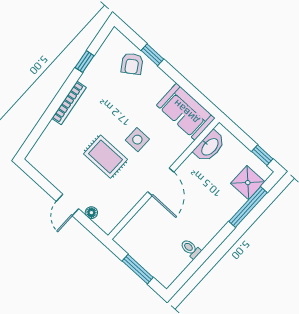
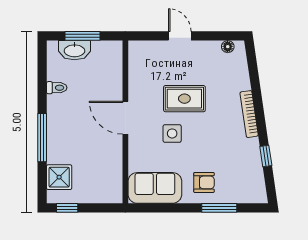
window: (152, 55) -> (219, 208), width x1.50
armchair: (132, 64) -> (204, 182), moved, turned 124
washbasin: (210, 146) -> (74, 50), moved, turned -90
window: (248, 207) -> (42, 138), moved
floor lamp: (91, 213) -> (228, 47), moved

